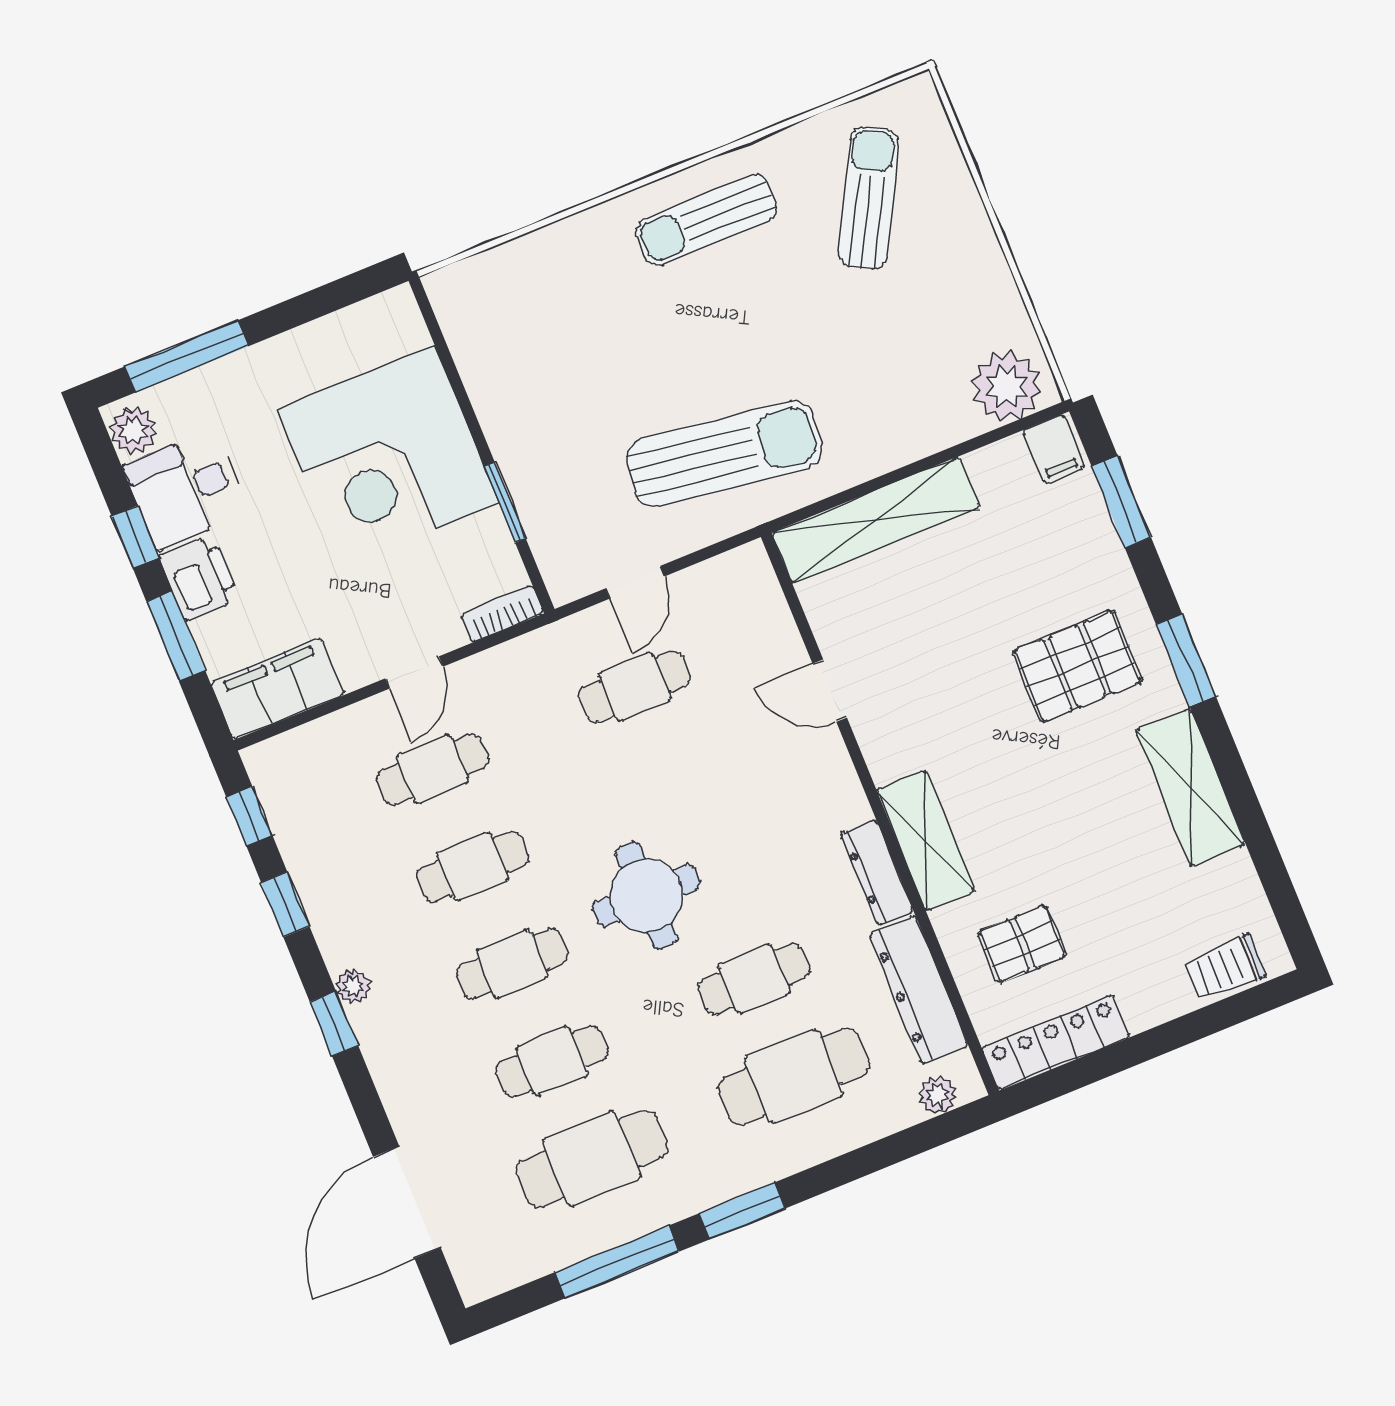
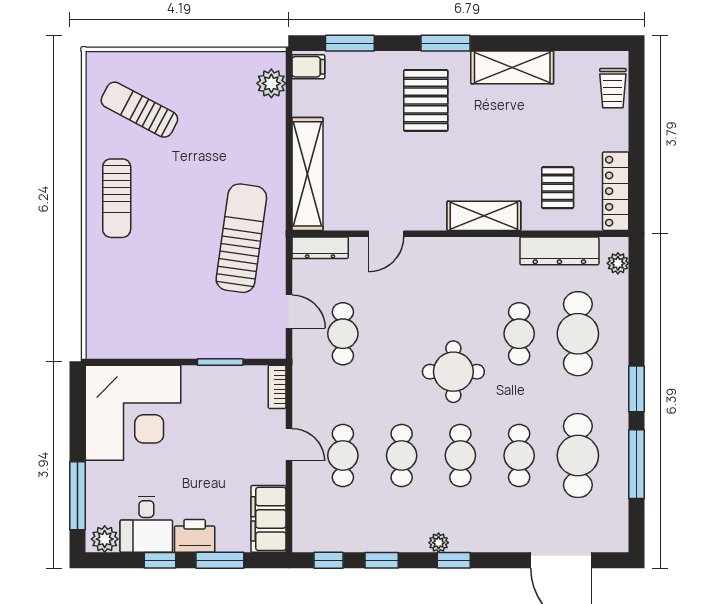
plant: (1006, 386) -> (271, 83), width x0.73, depth x0.73
corner desk: (388, 456) -> (133, 413), moved
dresser: (877, 872) -> (320, 248), moved

